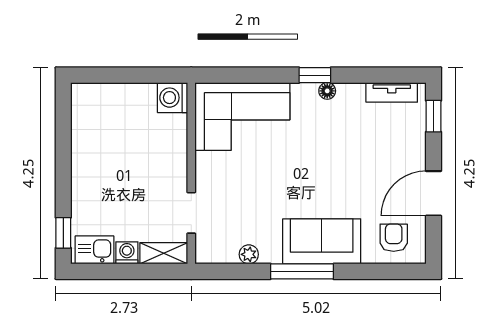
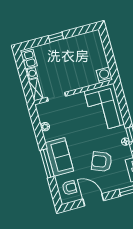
armchair: (356, 153) -> (102, 162), added
window: (63, 233) -> (56, 37), moved
window: (302, 271) -> (47, 163), moved

